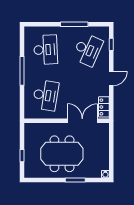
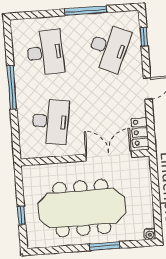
meeting table: (62, 154) -> (82, 208), width x1.36

